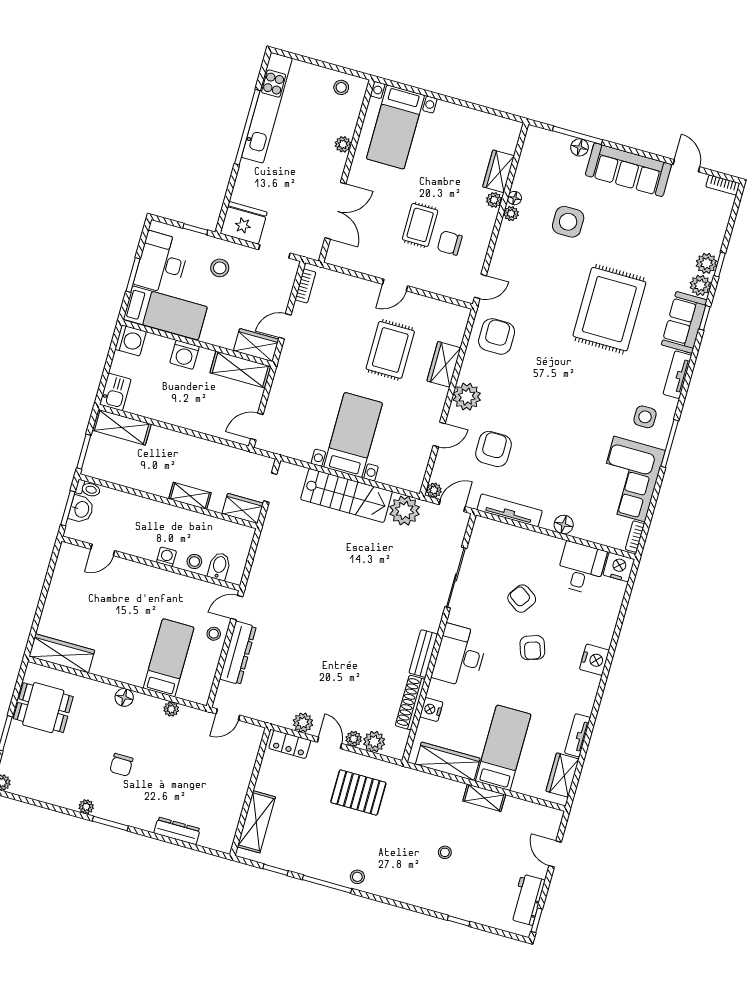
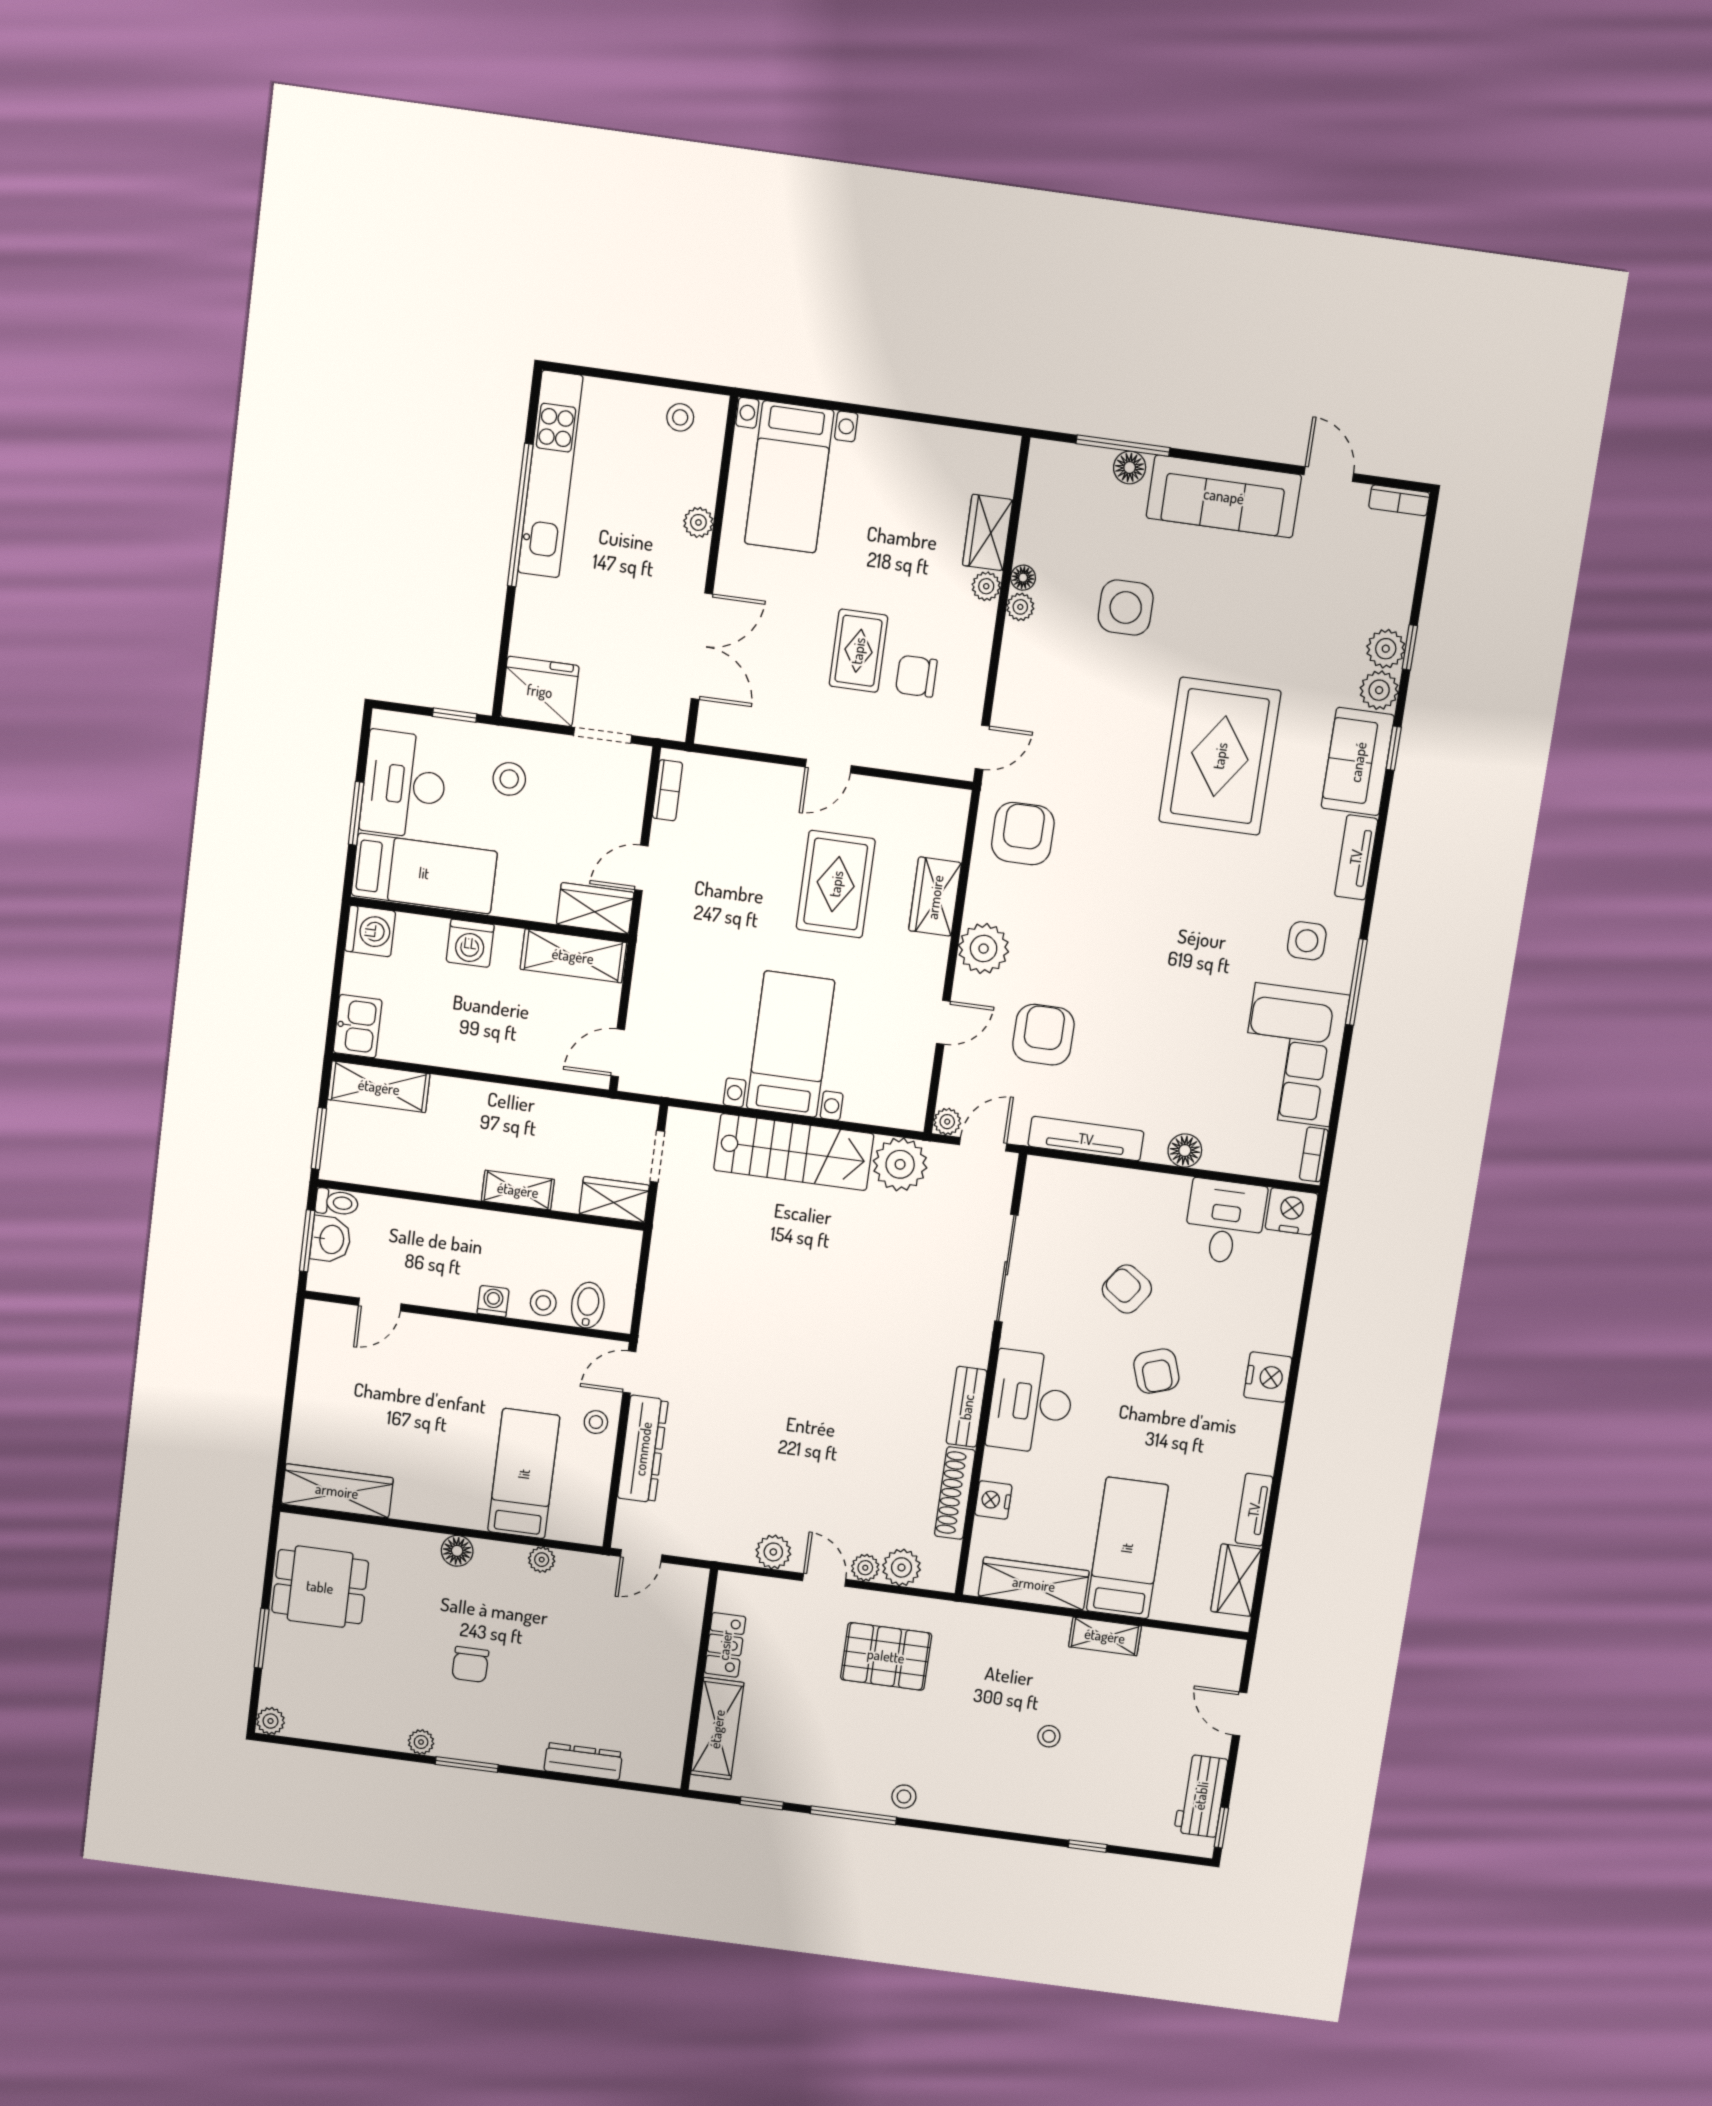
locker: (290, 744) -> (725, 1645), moved, turned -90

